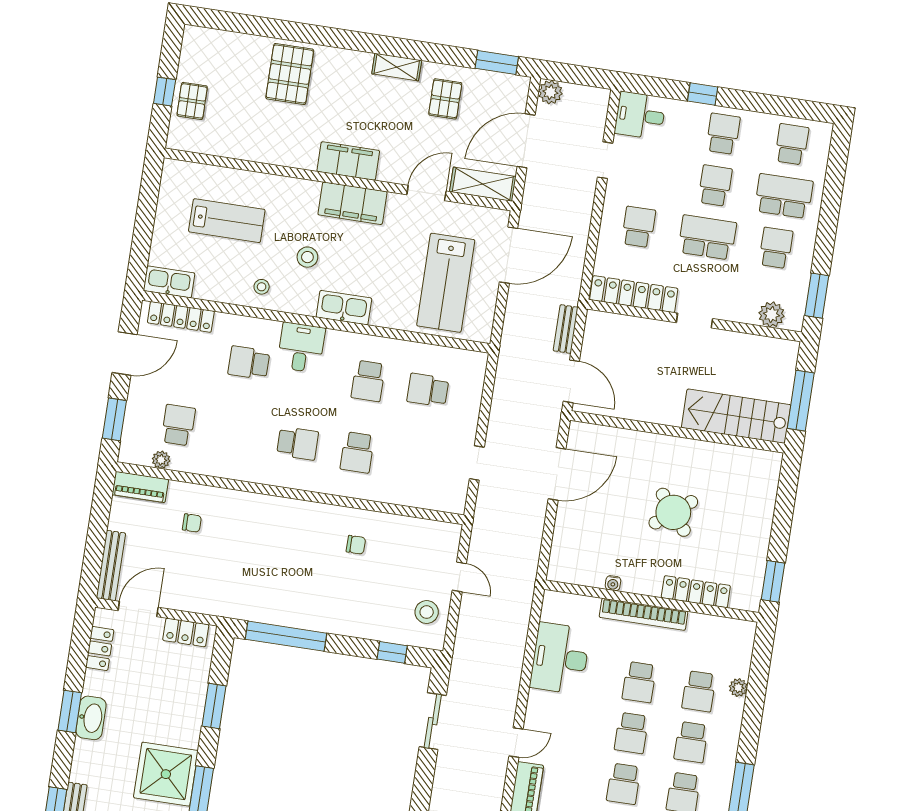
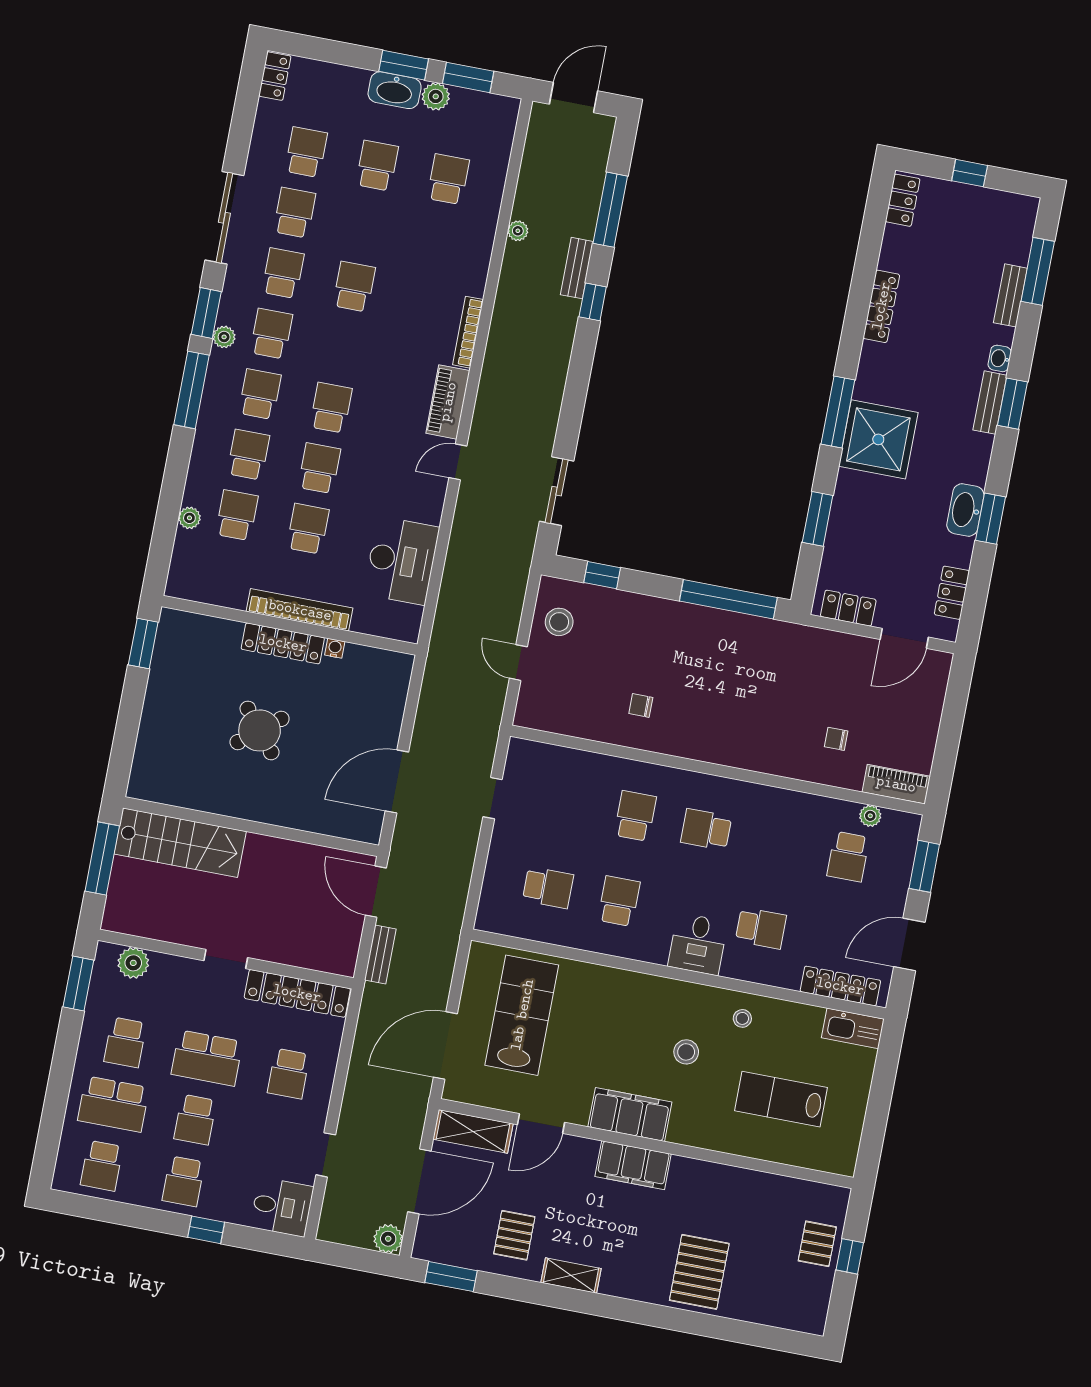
kitchen sink: (344, 308) -> (645, 990), removed
bench: (111, 565) -> (935, 692), removed
locker: (696, 592) -> (283, 643), moved

